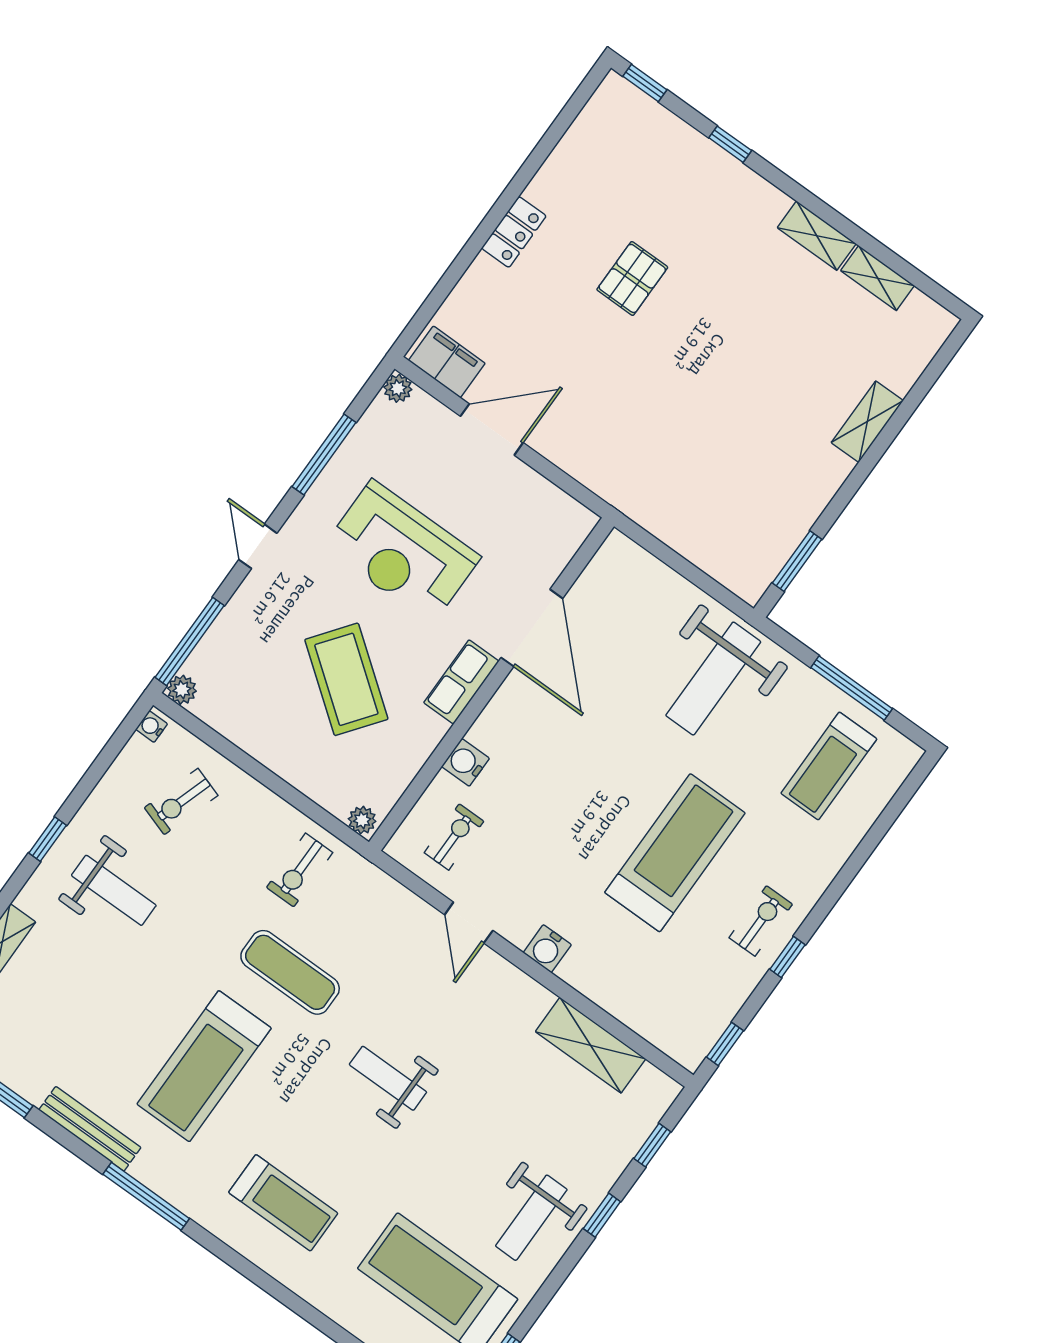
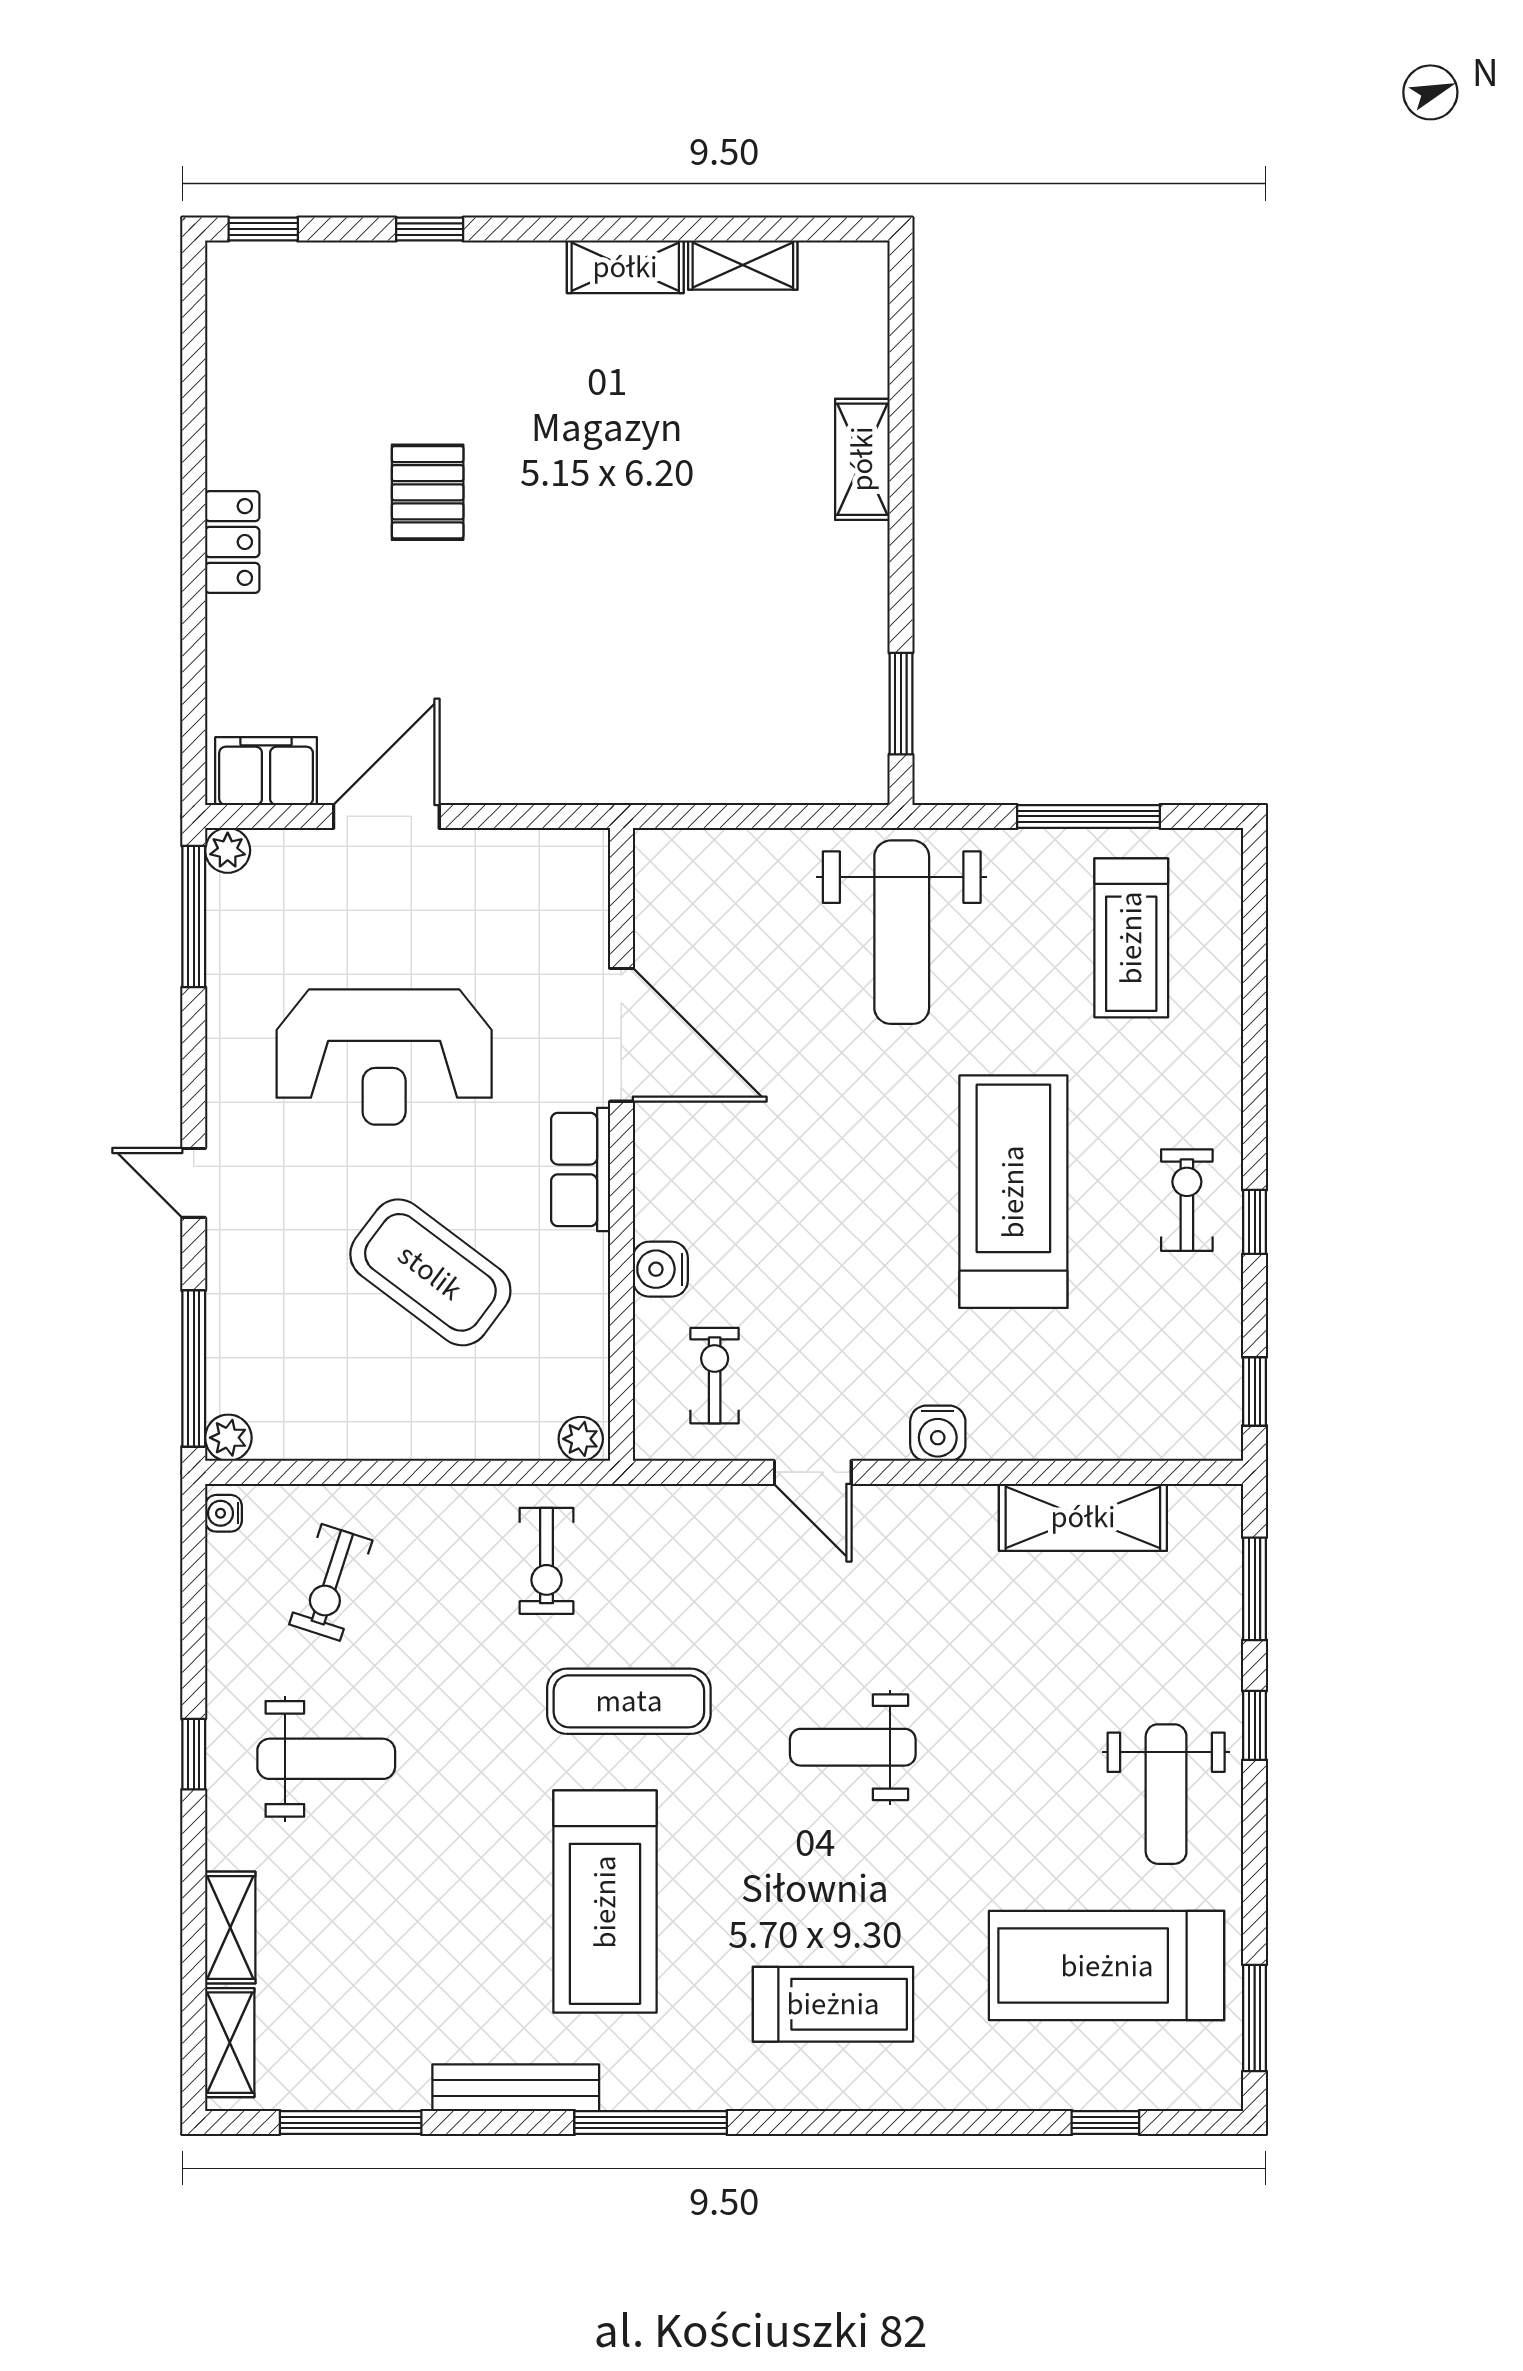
window: (324, 454) -> (194, 916), moved
window: (652, 1145) -> (1255, 1589), width x1.50

